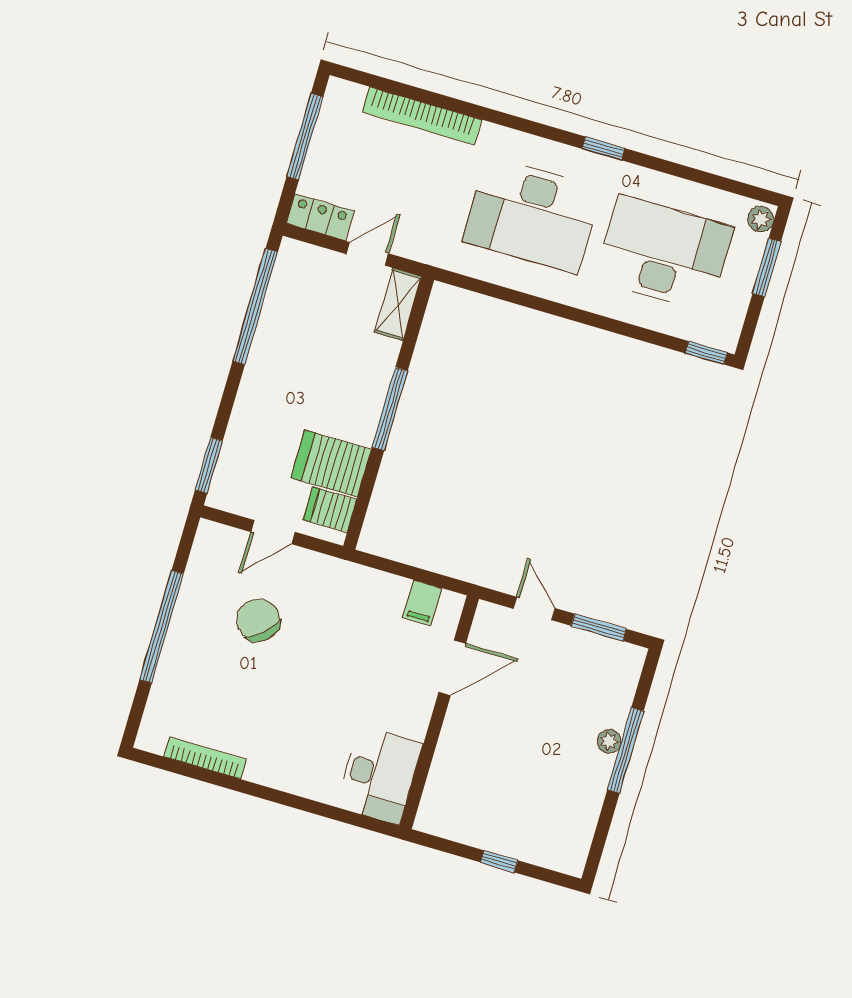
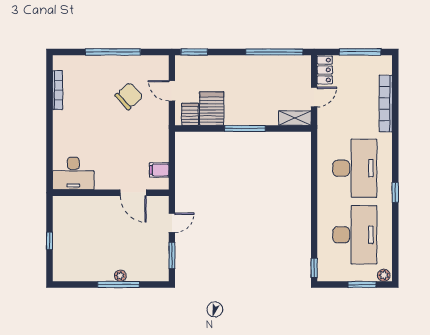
desk: (532, 215) -> (355, 168), turned 180
door: (367, 254) -> (314, 97), hinge flipped

